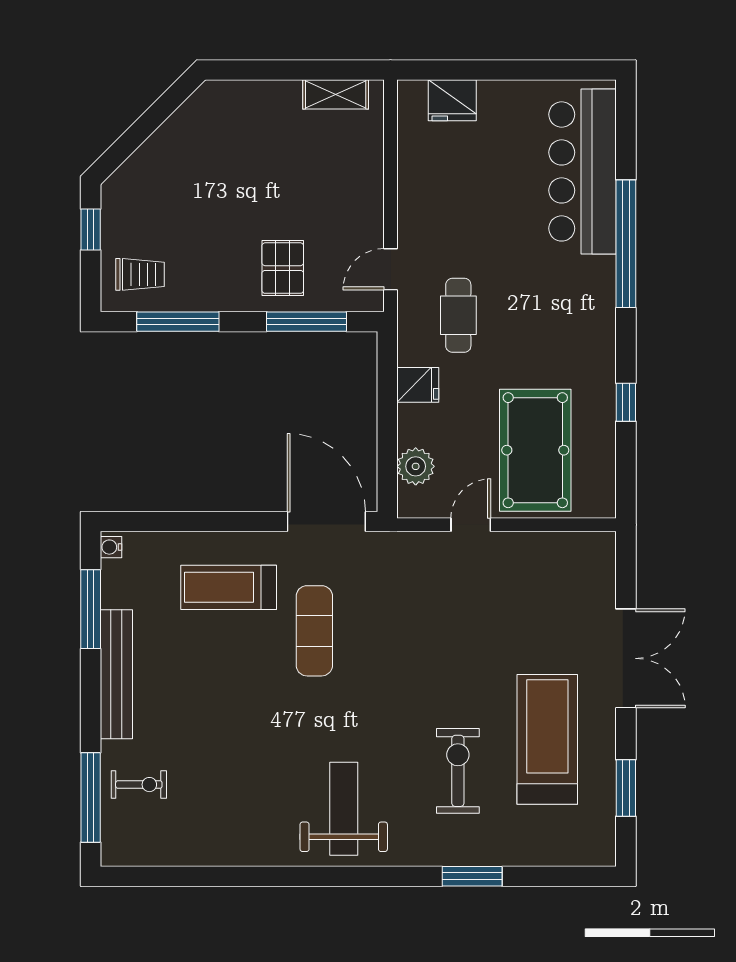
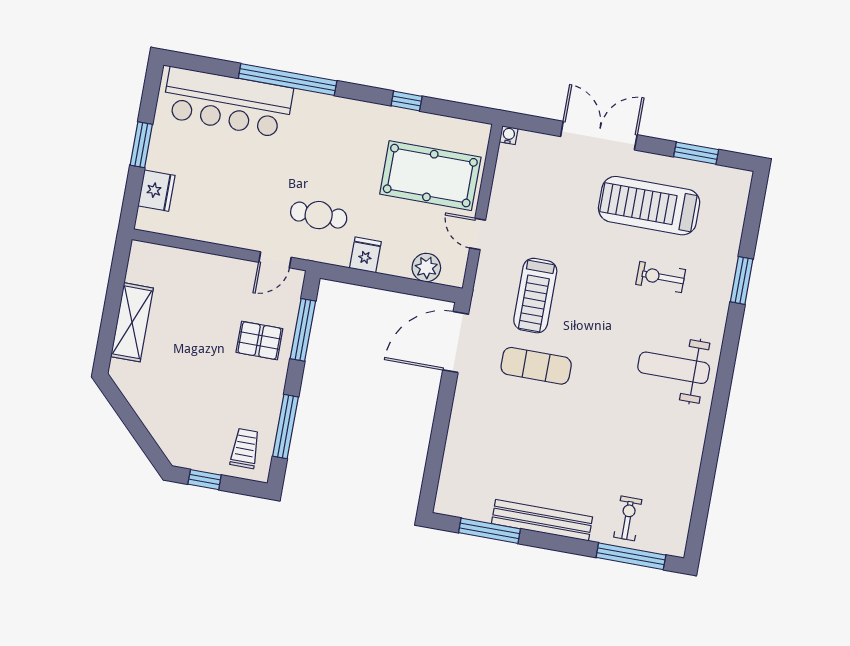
window: (508, 70) -> (141, 145), added
shelving: (336, 94) -> (132, 322), moved, width x1.50, depth x1.33
door: (391, 269) -> (275, 260), hinge flipped
water cooler: (111, 547) -> (509, 135), moved, turned 180
treadmill: (229, 587) -> (535, 296), moved
exercise bike: (458, 771) -> (661, 277), width x0.73, depth x0.72

